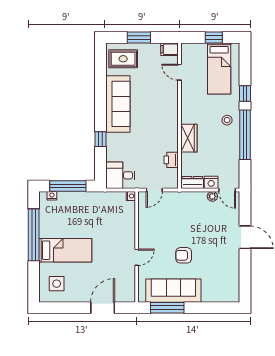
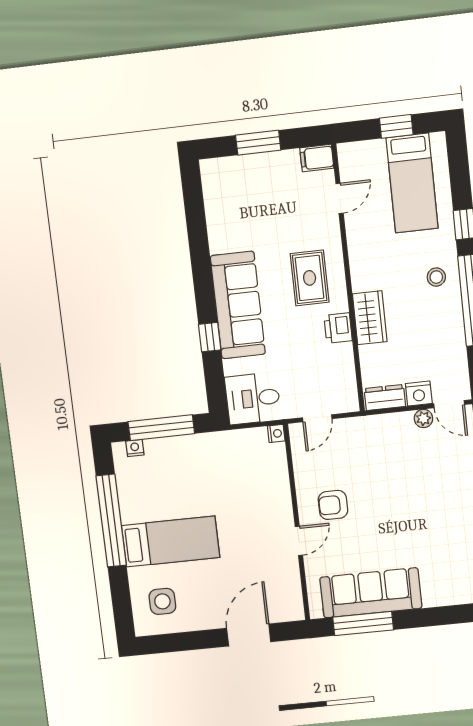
rug: (123, 59) -> (310, 278), moved, turned 90
door: (179, 72) -> (340, 198), swing flipped
sofa: (118, 104) -> (238, 305), moved
printer: (171, 160) -> (338, 328), moved
armchair: (184, 255) -> (333, 505), moved

